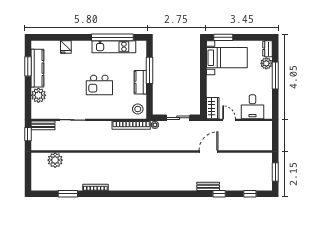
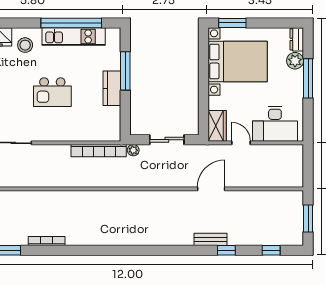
bed with nightstands: (227, 58) -> (238, 61), width x1.36
desk: (252, 107) -> (275, 124), width x1.37
stool: (138, 109) -> (25, 45), moved

